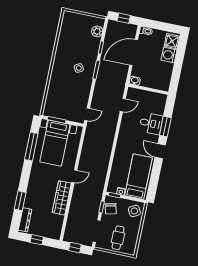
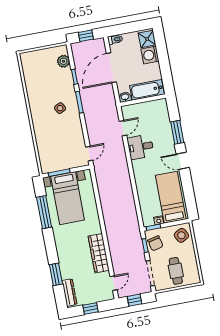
bathtub: (155, 82) -> (147, 90), added
desk: (151, 123) -> (141, 147), moved, turned 180
door: (74, 176) -> (114, 283), moved

